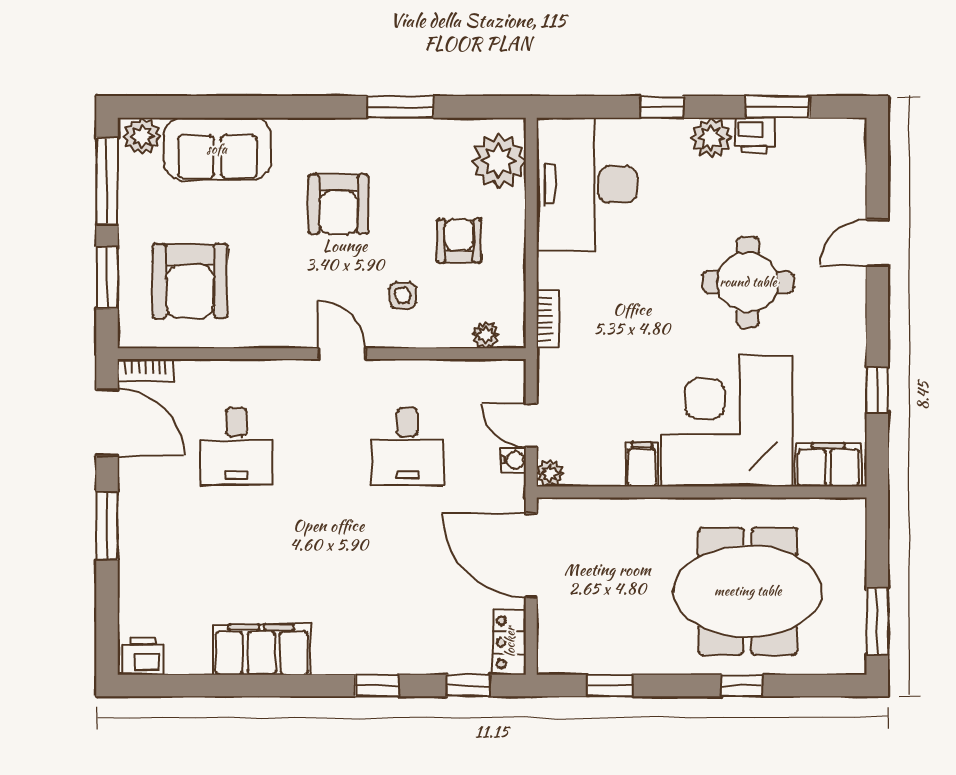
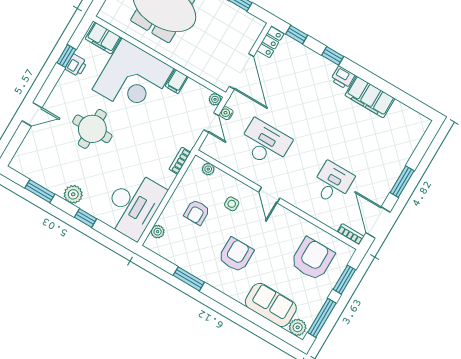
printer: (754, 135) -> (76, 65), moved, turned 90
plant: (499, 161) -> (158, 232), width x0.53, depth x0.53
desk: (407, 446) -> (265, 143), width x1.37
printer: (143, 656) -> (343, 78), moved

